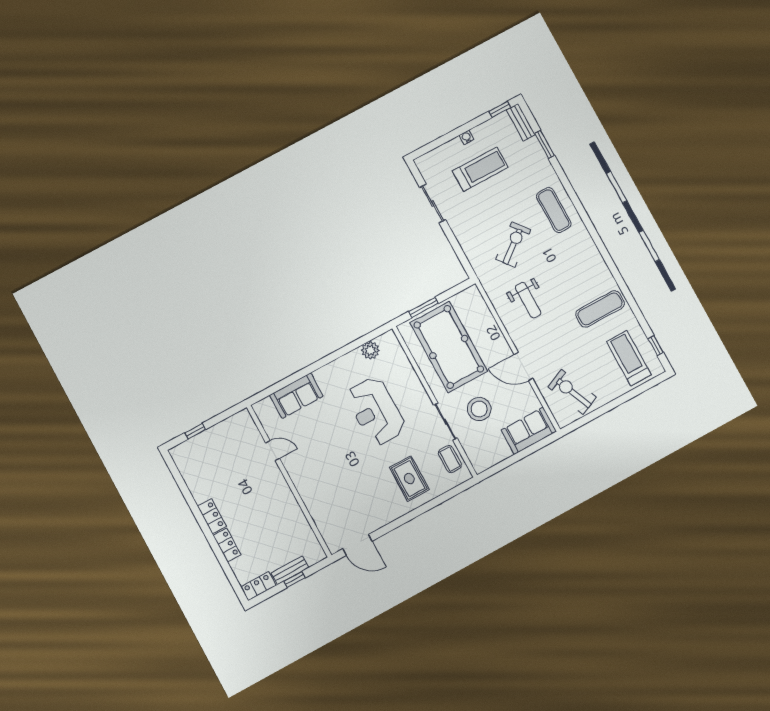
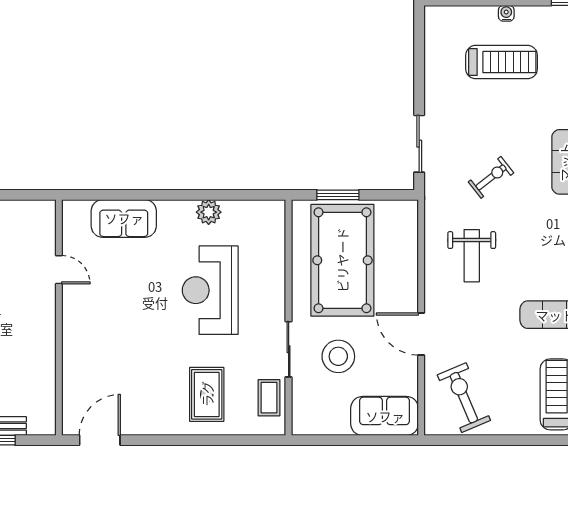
sliding door: (433, 203) -> (419, 144), moved
exercise bike: (513, 245) -> (491, 177), width x0.73, depth x0.72
plant: (370, 350) -> (209, 212), moved
door: (357, 545) -> (100, 440), swing flipped

